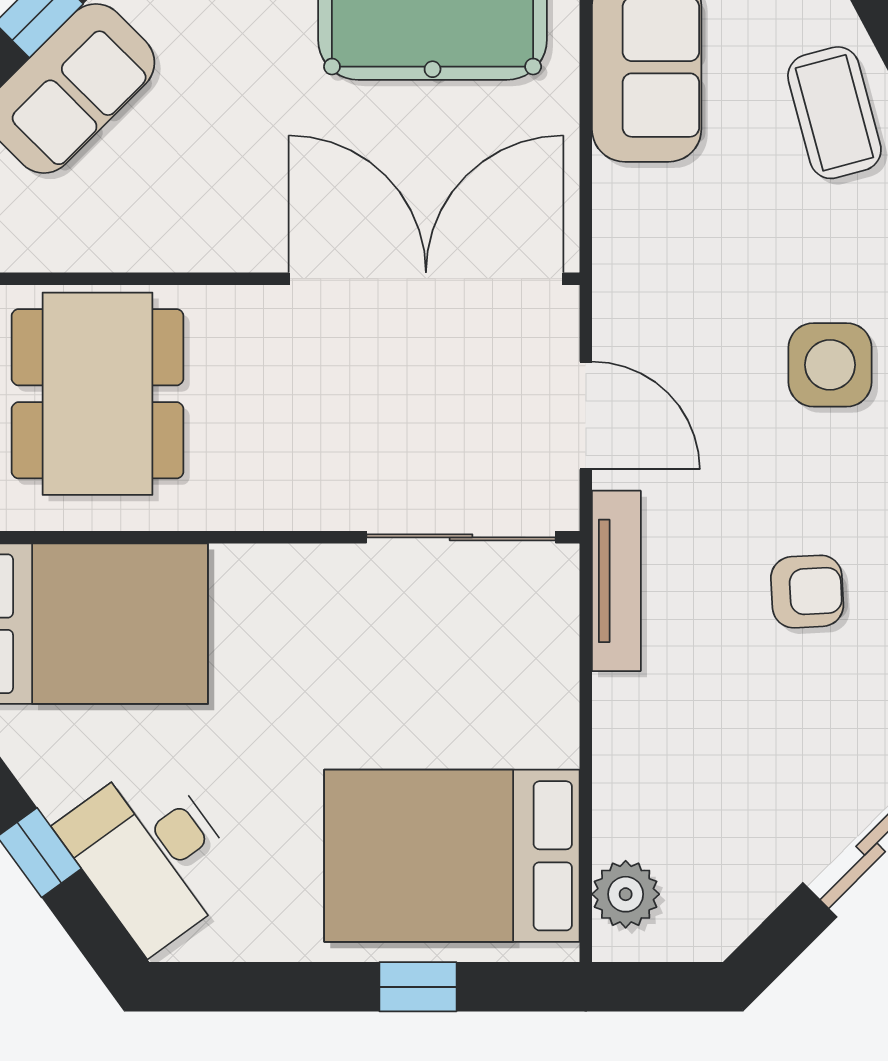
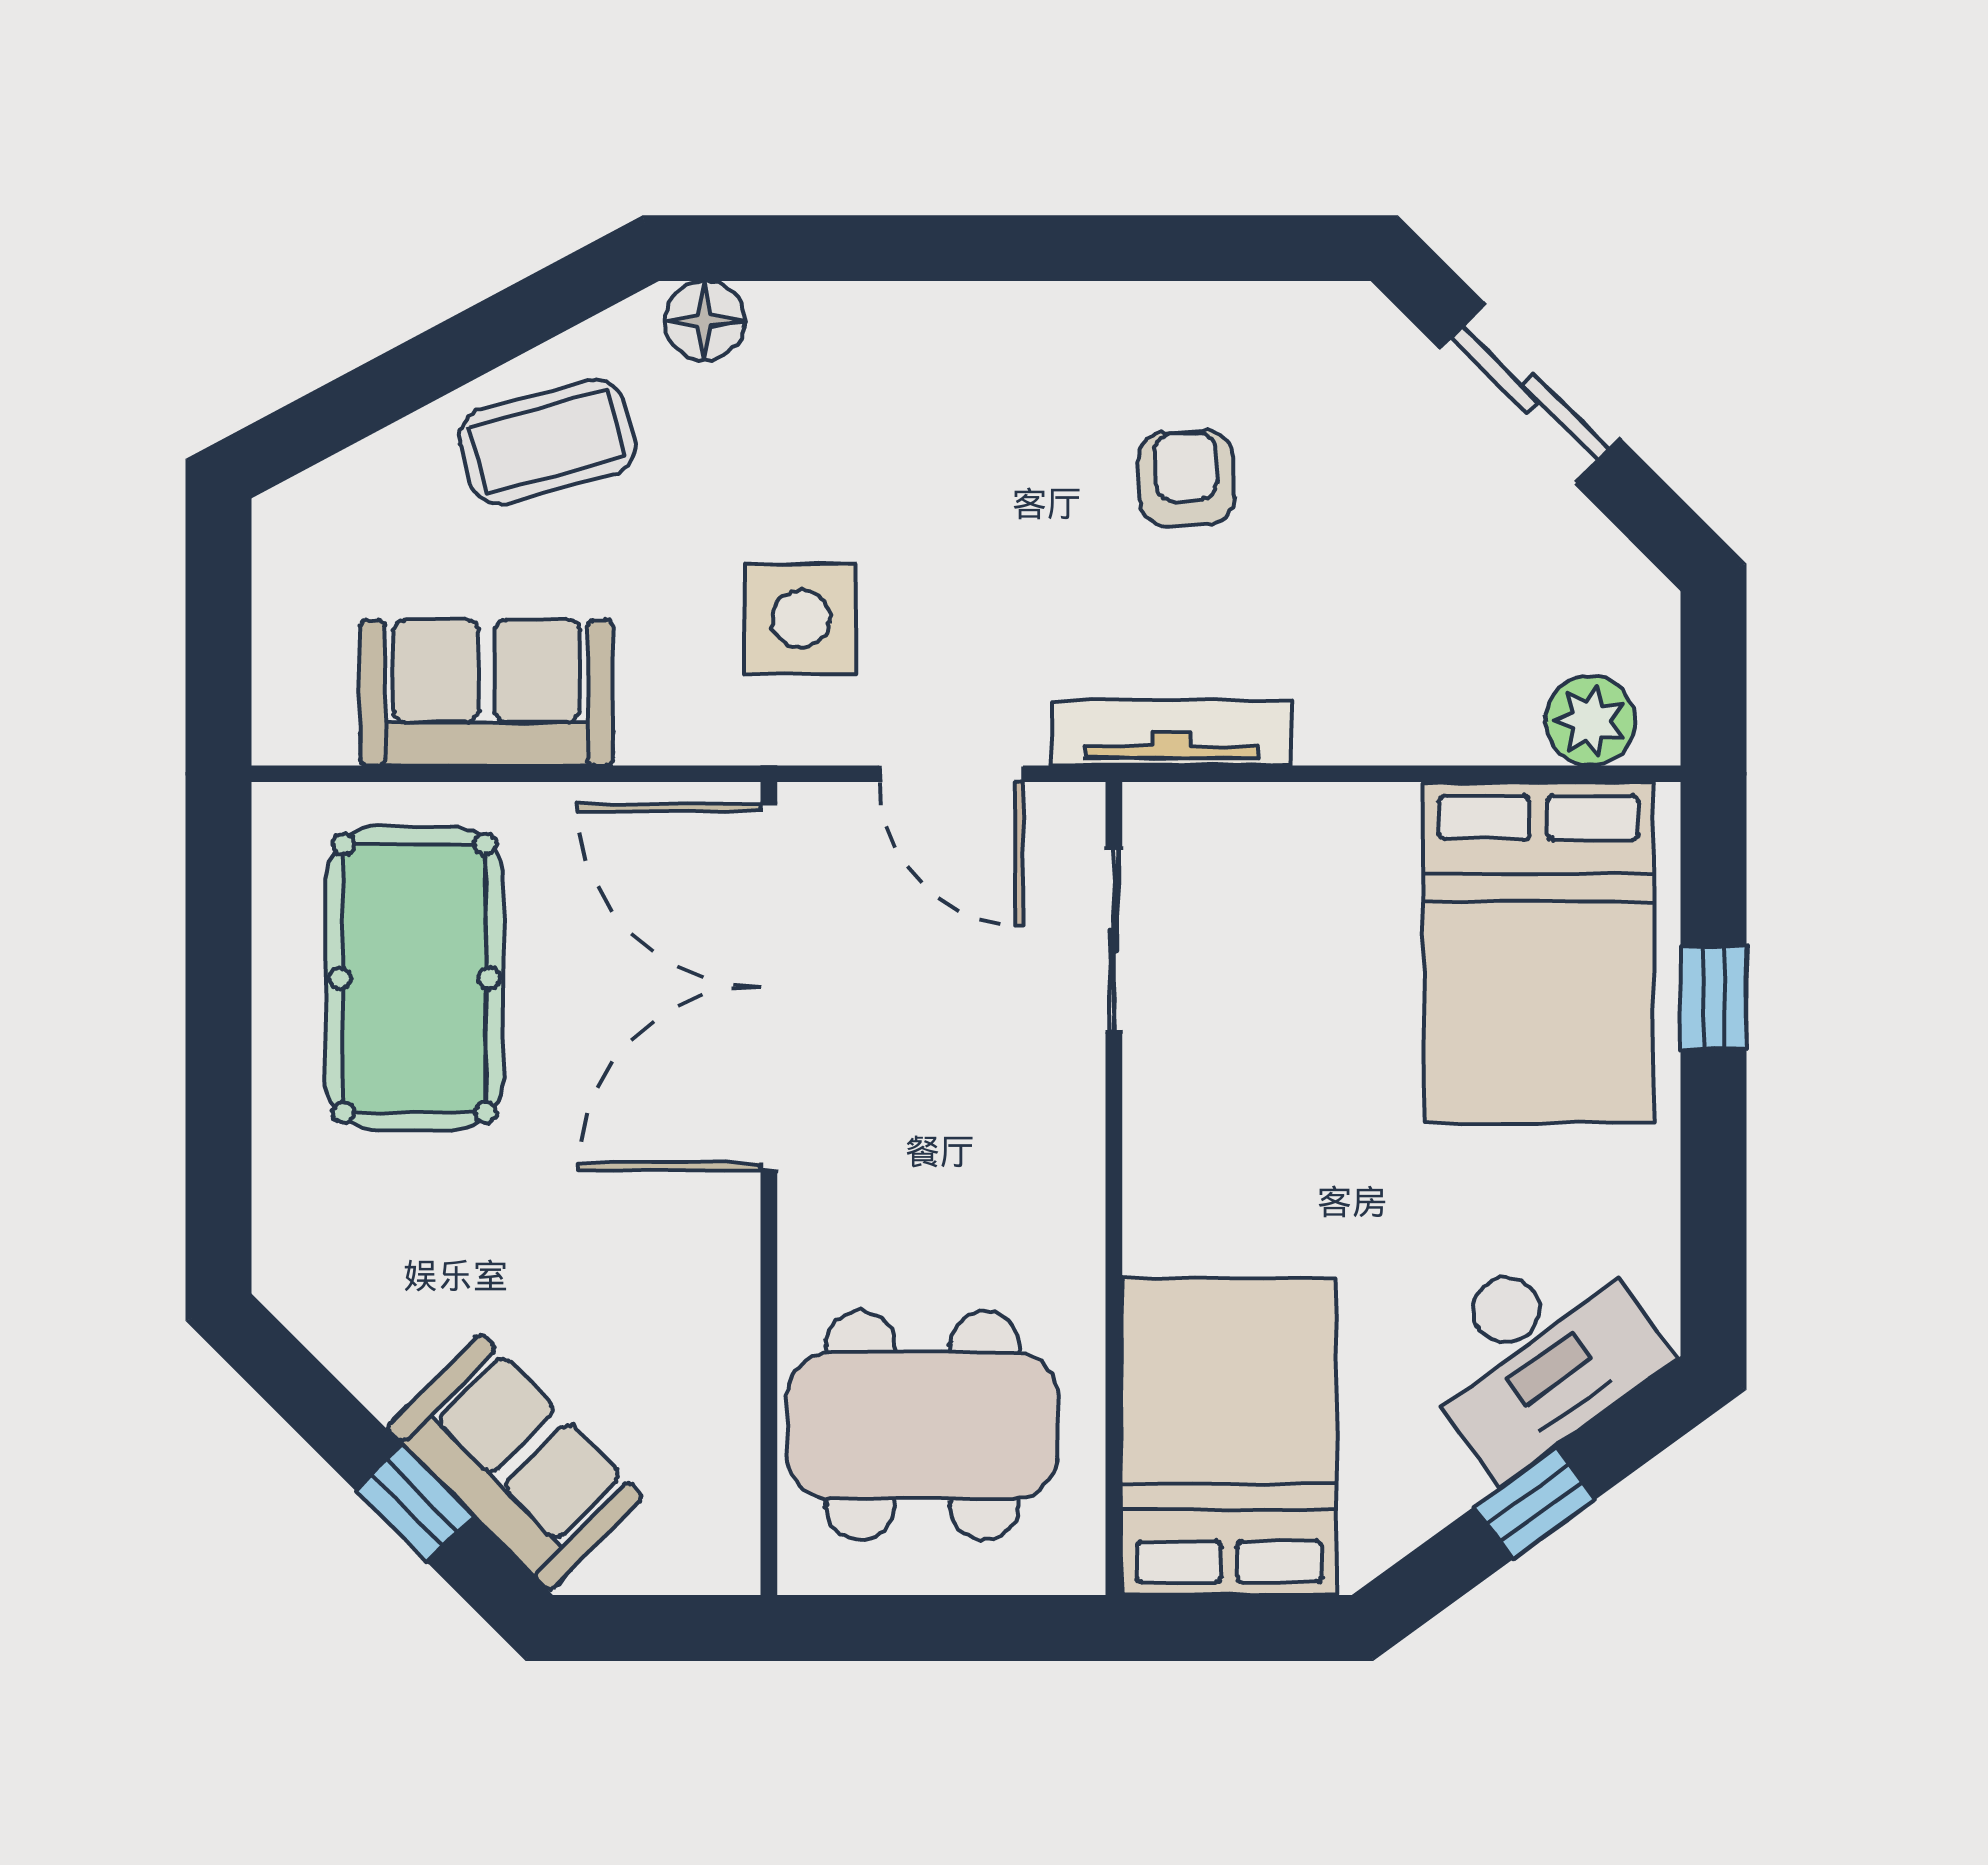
side table: (830, 365) -> (801, 619), moved
door: (586, 415) -> (951, 774), swing flipped
sliding door: (461, 537) -> (1114, 940), width x0.73

